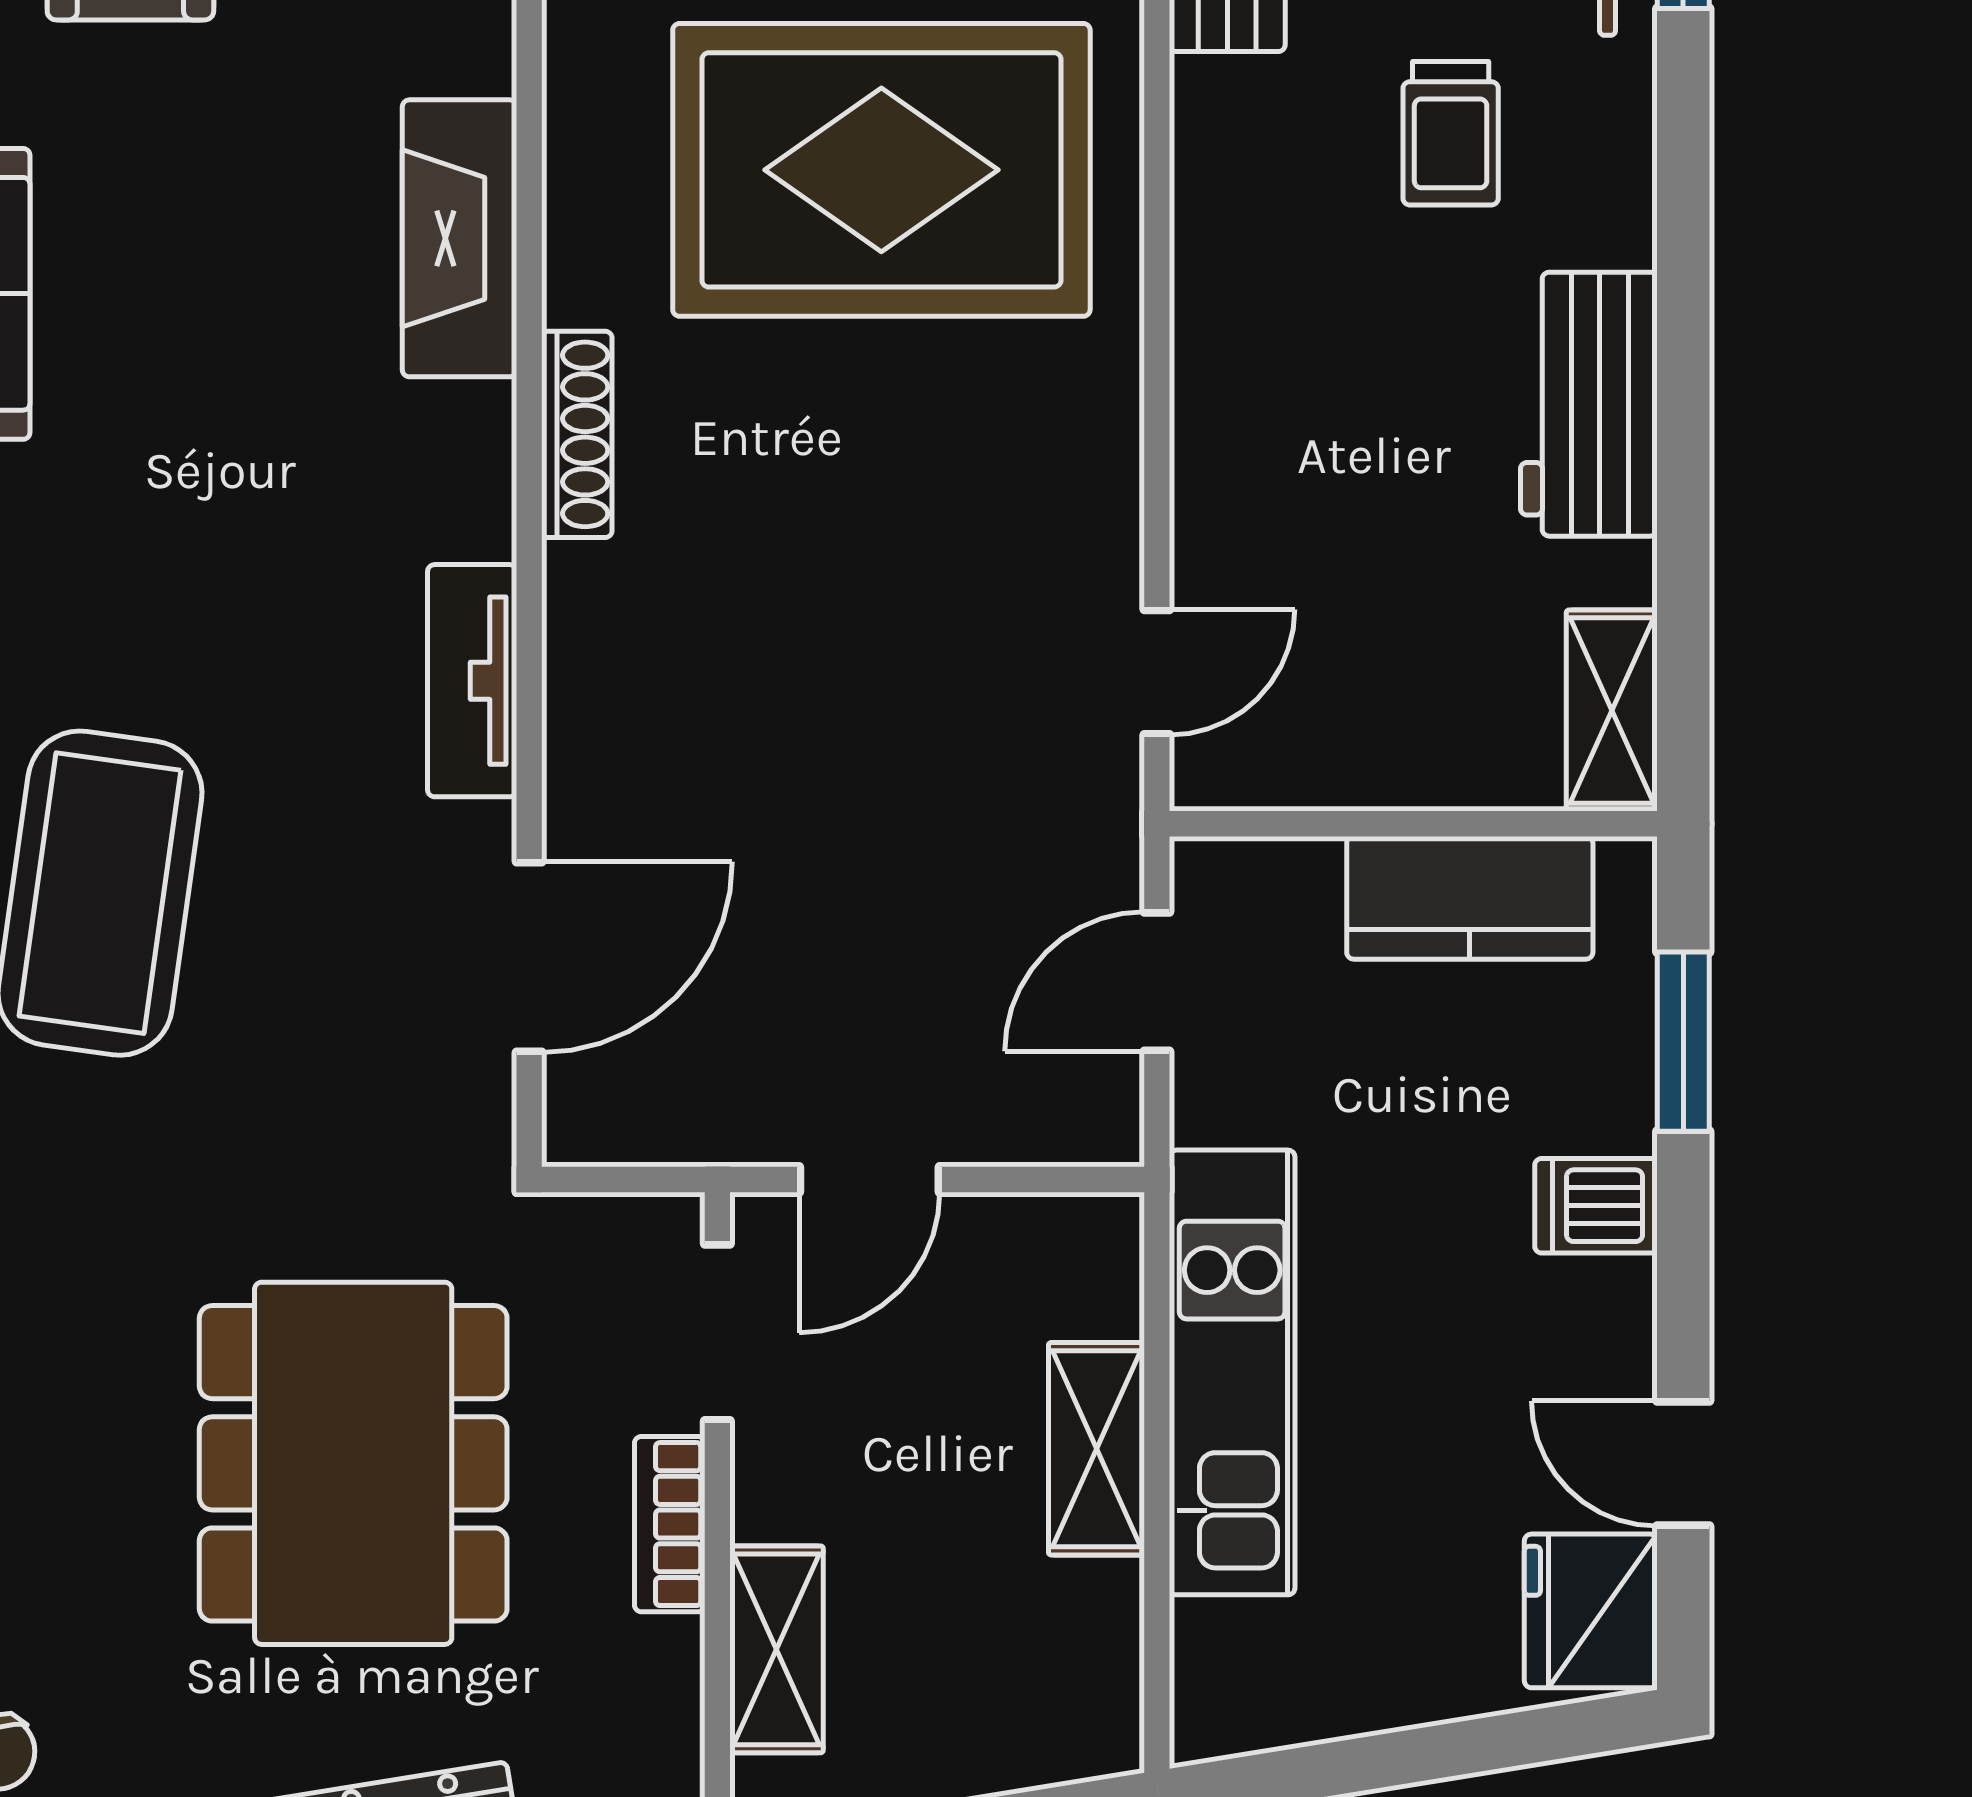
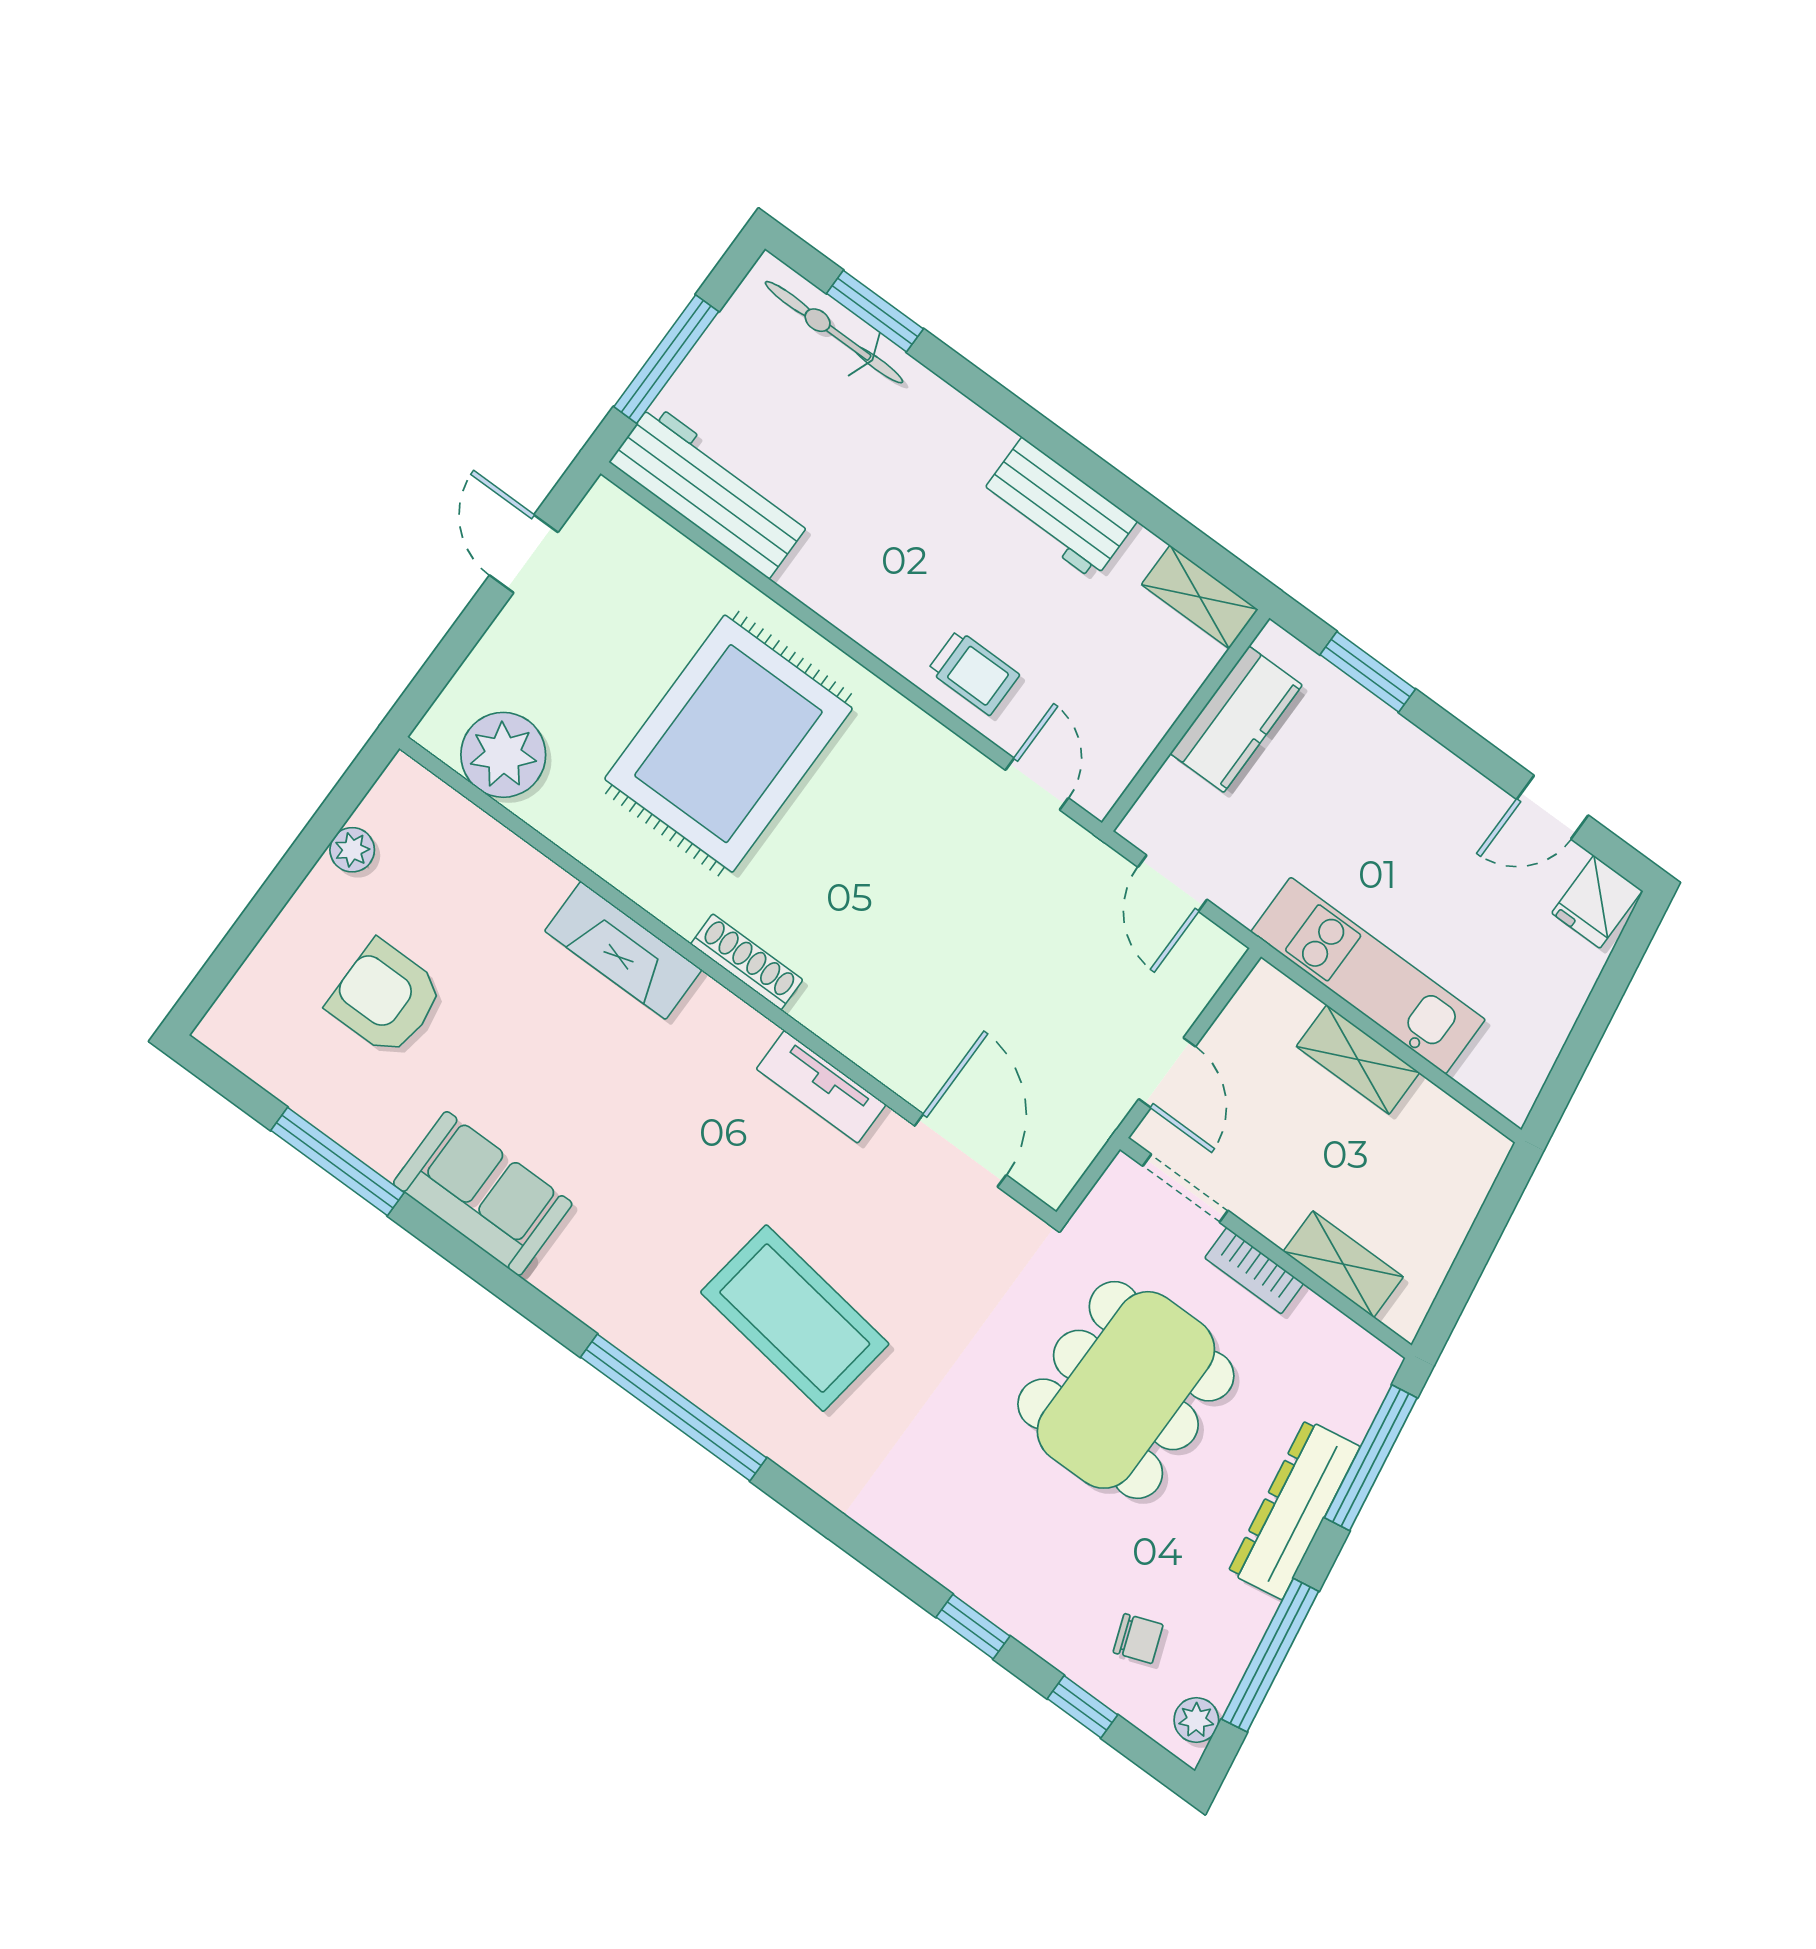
trolley: (1451, 133) -> (974, 672), moved
dishwasher: (1596, 1206) -> (1412, 763), removed
dining table: (353, 1463) -> (1126, 1390), turned 90
fridge: (1591, 1611) -> (1597, 902), width x0.72

